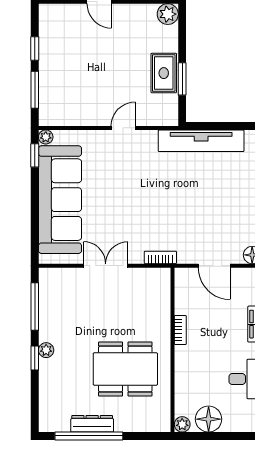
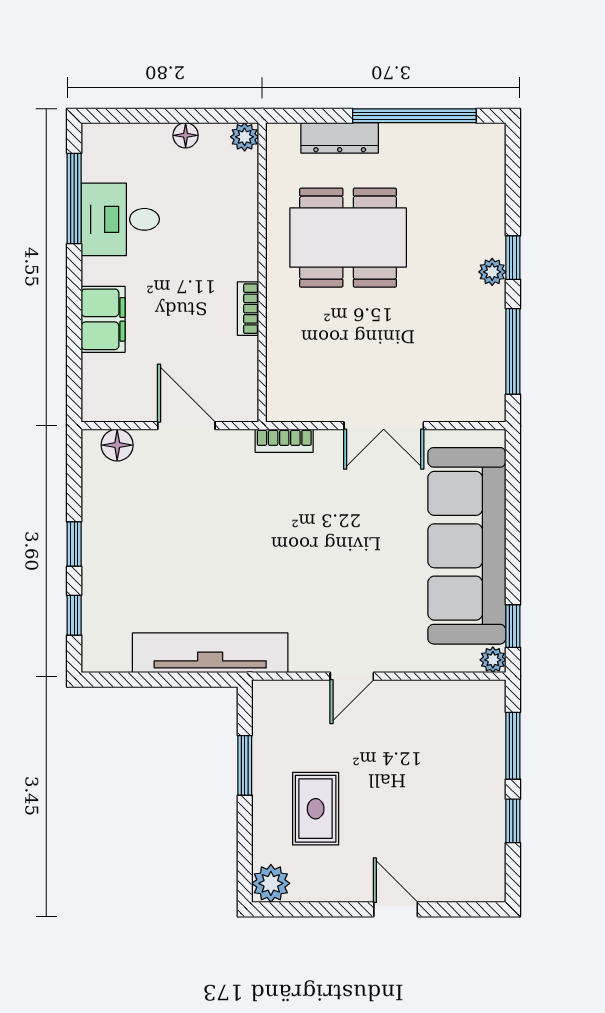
rug: (164, 73) -> (316, 809), moved
floor lamp: (209, 419) -> (186, 135), width x0.53, depth x0.53
dresser: (92, 424) -> (340, 138), moved

